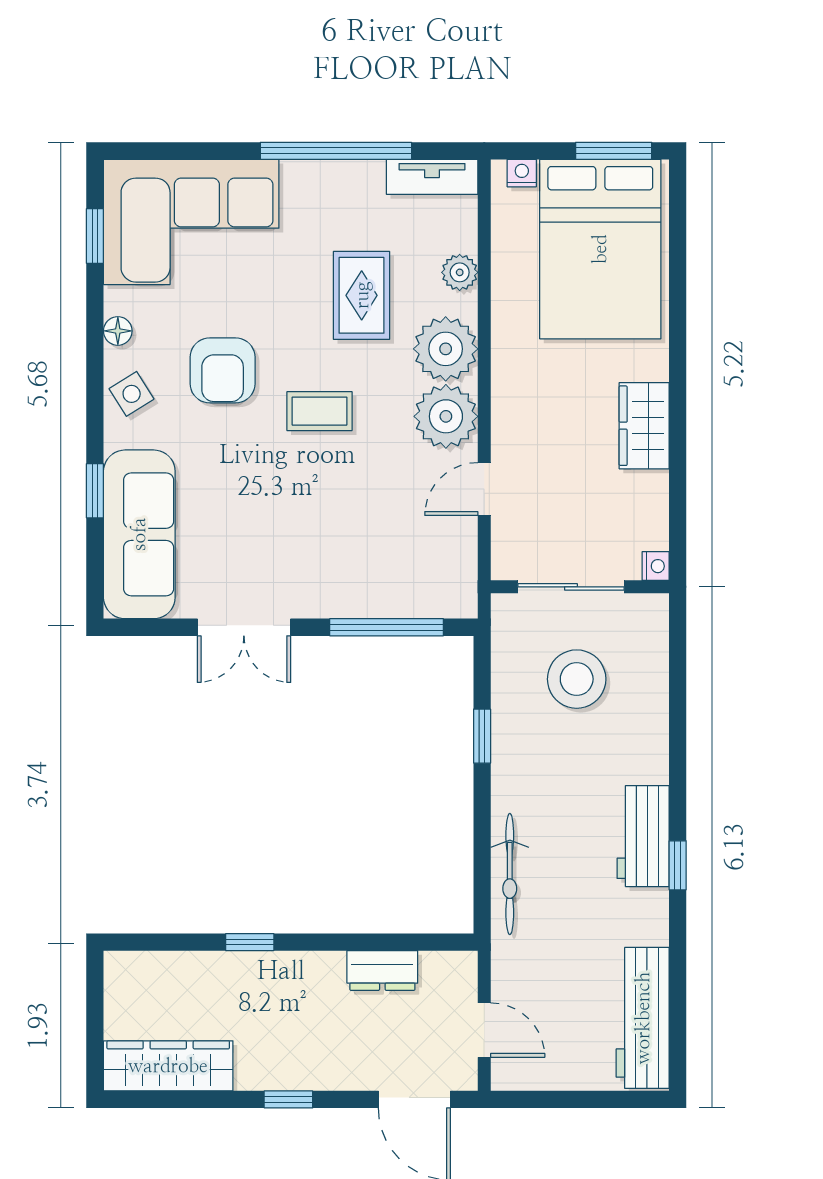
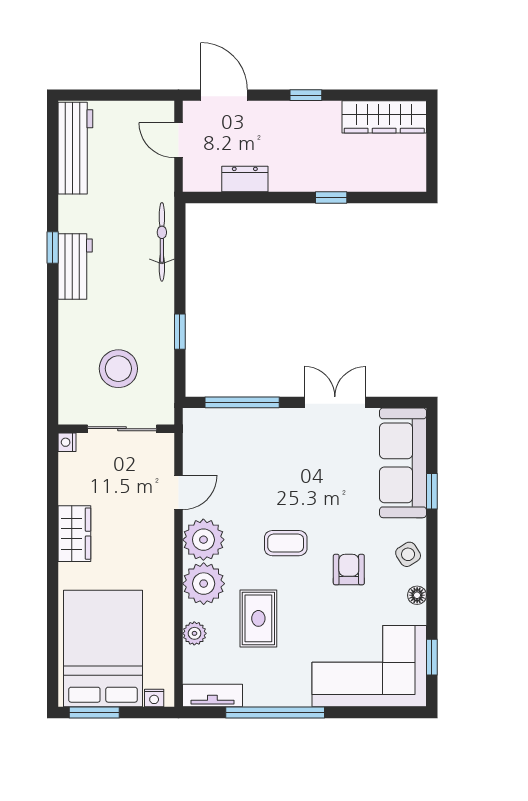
armchair: (223, 370) -> (349, 570), width x0.72, depth x0.72

